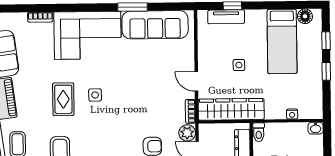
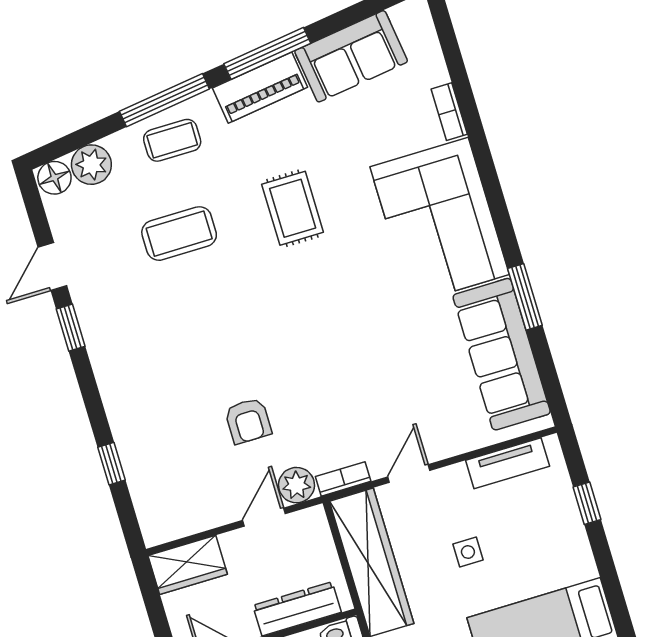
tv unit: (226, 17) -> (508, 463), moved, turned -90
side table: (95, 95) -> (320, 272), removed
rug: (63, 99) -> (293, 208), turned 90

